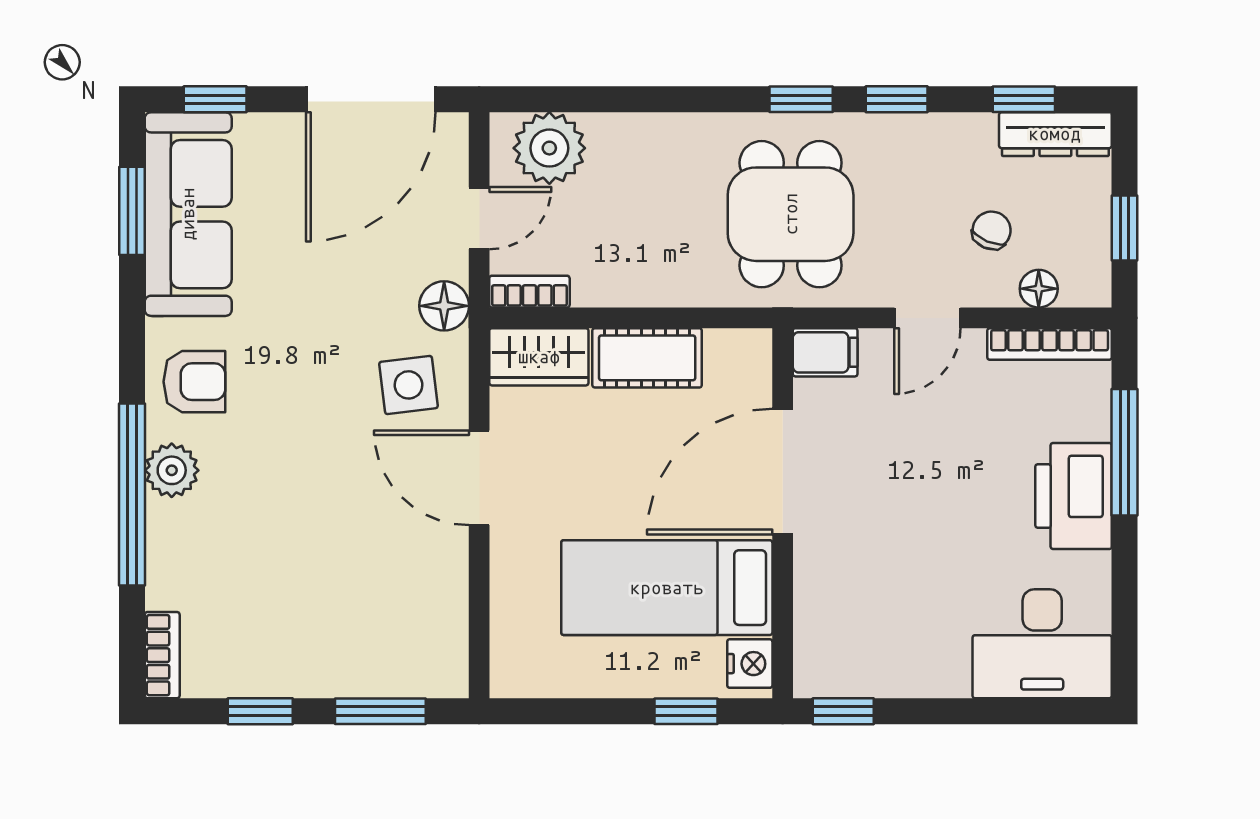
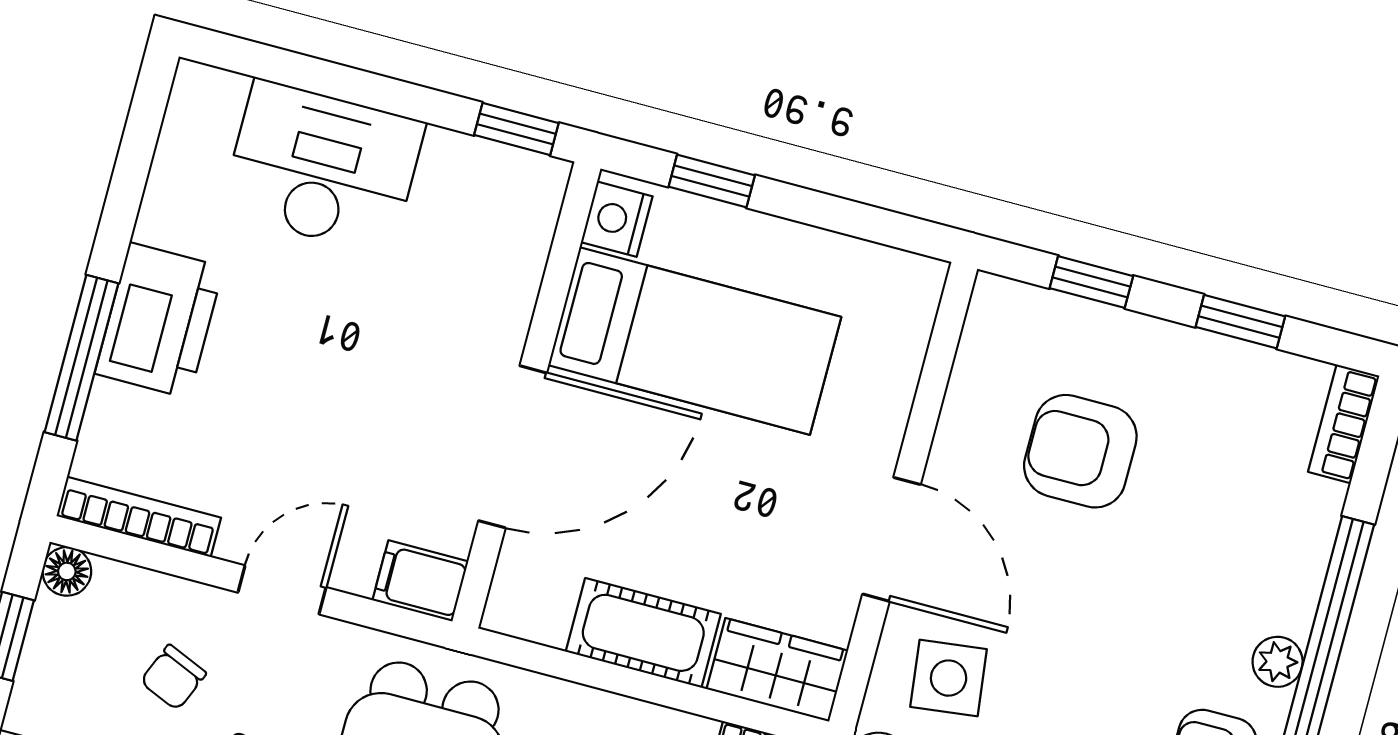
floor lamp: (1039, 289) -> (67, 571), moved
plant: (172, 470) -> (1278, 662), width x0.73, depth x0.73
armchair: (355, 582) -> (1080, 451), added
desk: (1042, 644) -> (323, 167), moved
window: (380, 711) -> (1091, 282), width x0.67

